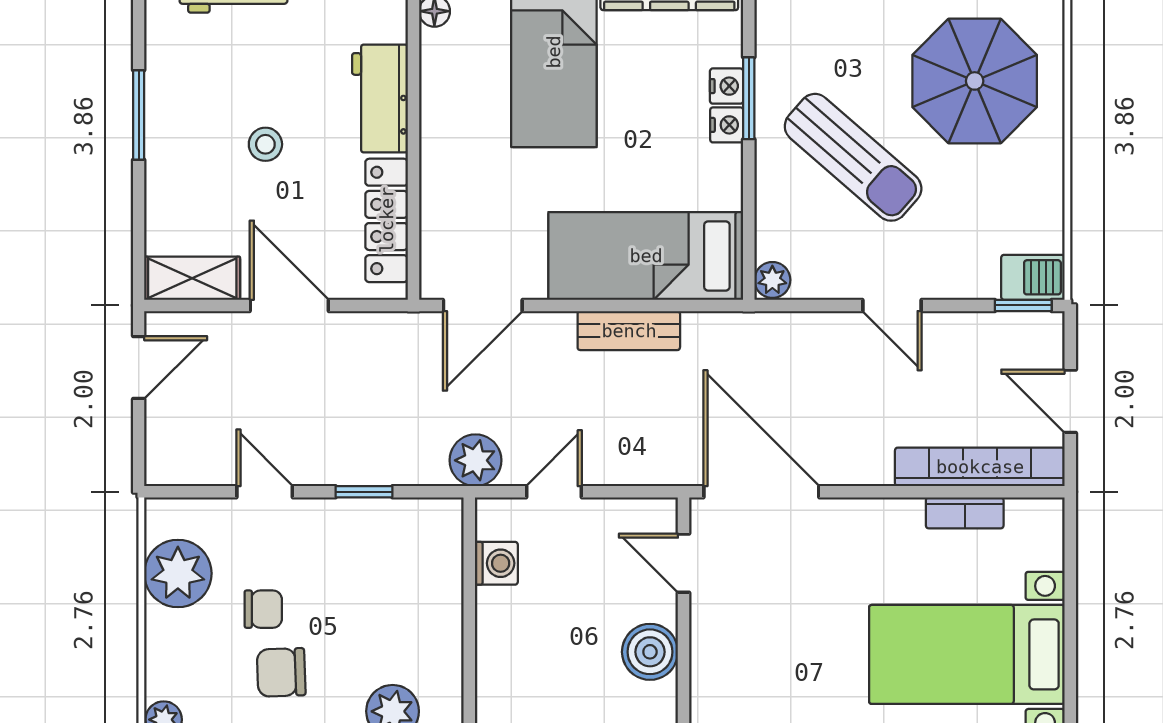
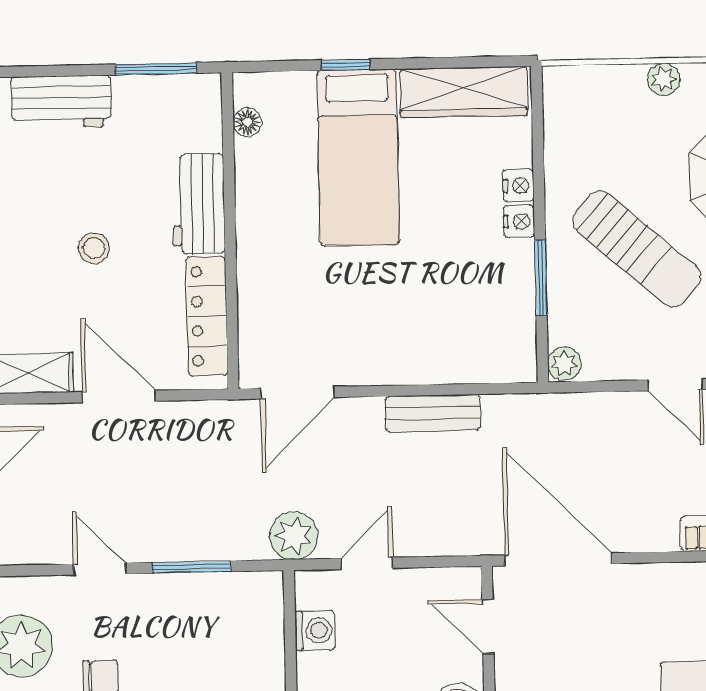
window: (749, 98) -> (541, 277), moved
bed: (646, 256) -> (447, 344), removed
window: (364, 492) -> (191, 567), width x1.50

